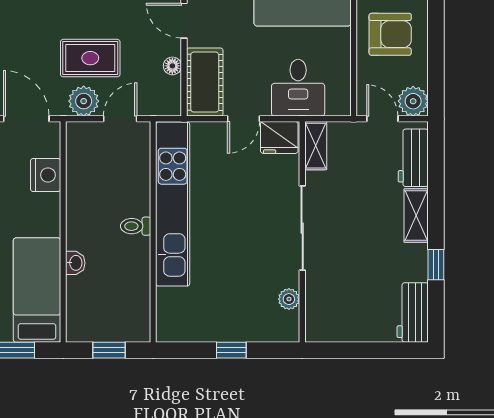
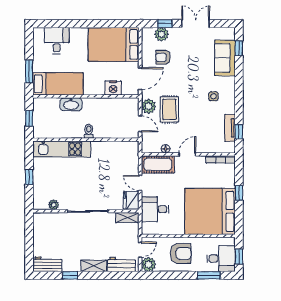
armchair: (390, 34) -> (181, 253), turned -90
kitchen unit: (173, 204) -> (62, 149), moved, width x0.73
washbasin: (75, 263) -> (71, 104), width x1.91, depth x1.45

